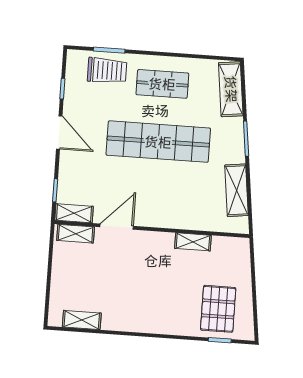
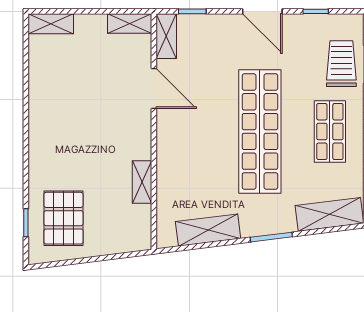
trolley: (107, 70) -> (341, 64), turned 180
door: (59, 133) -> (262, 11), hinge flipped
shelving: (76, 234) -> (130, 23), moved, turned 90
pallet: (218, 309) -> (63, 218), turned 90
shelving: (82, 320) -> (51, 24), moved, turned 90

